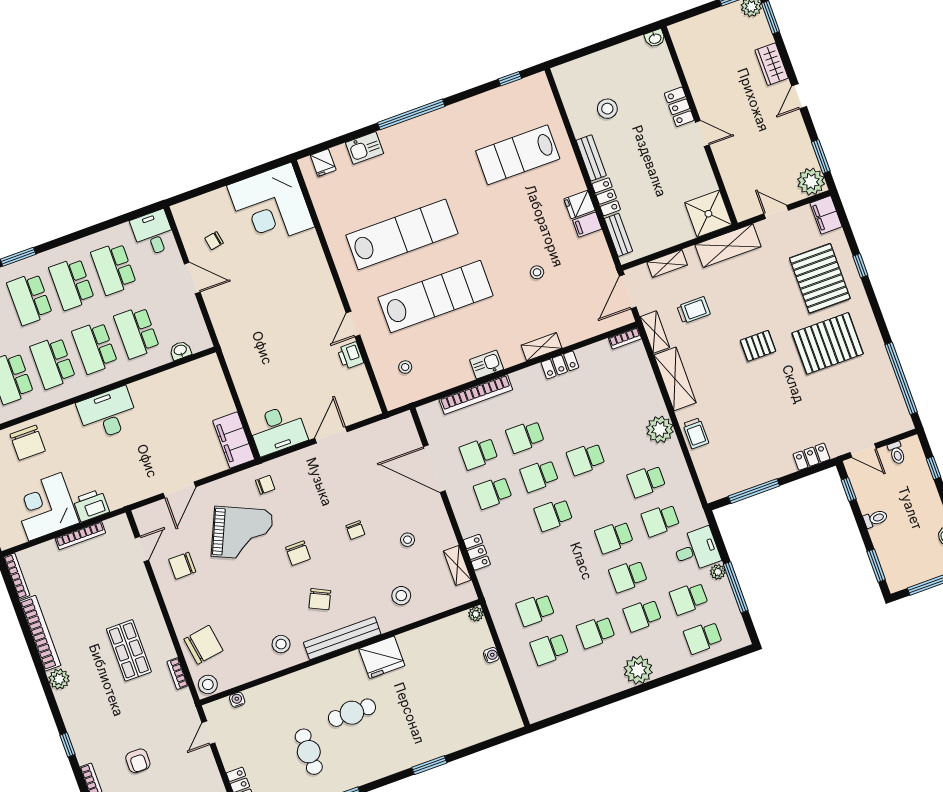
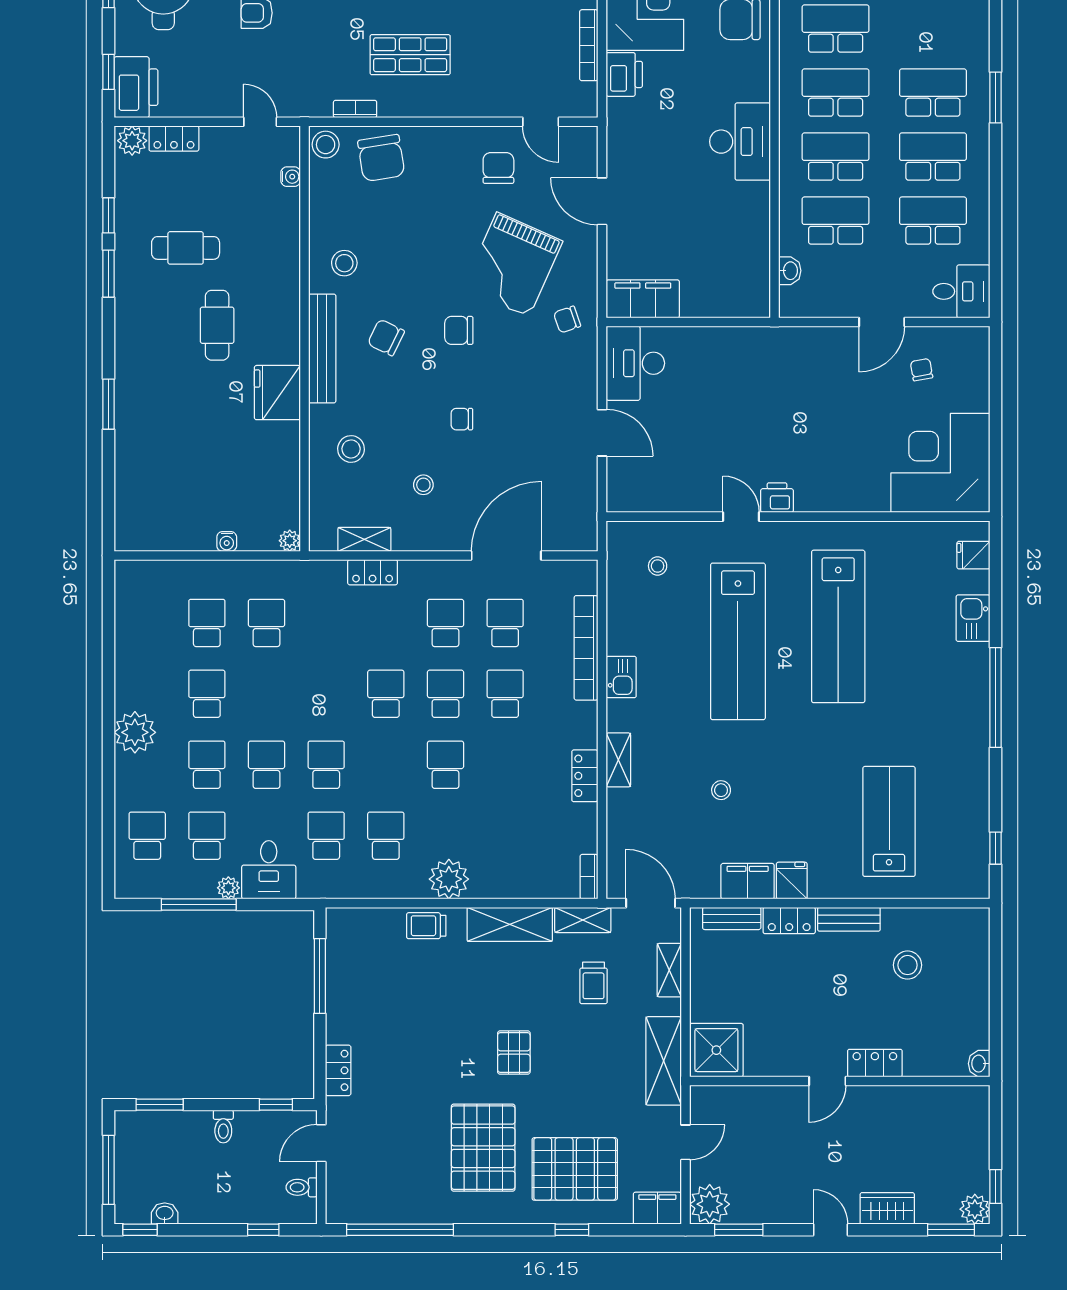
filing cabinet: (587, 225) -> (748, 881), width x2.00
printer: (350, 356) -> (777, 498), moved
chair: (265, 485) -> (567, 320), turned 71

